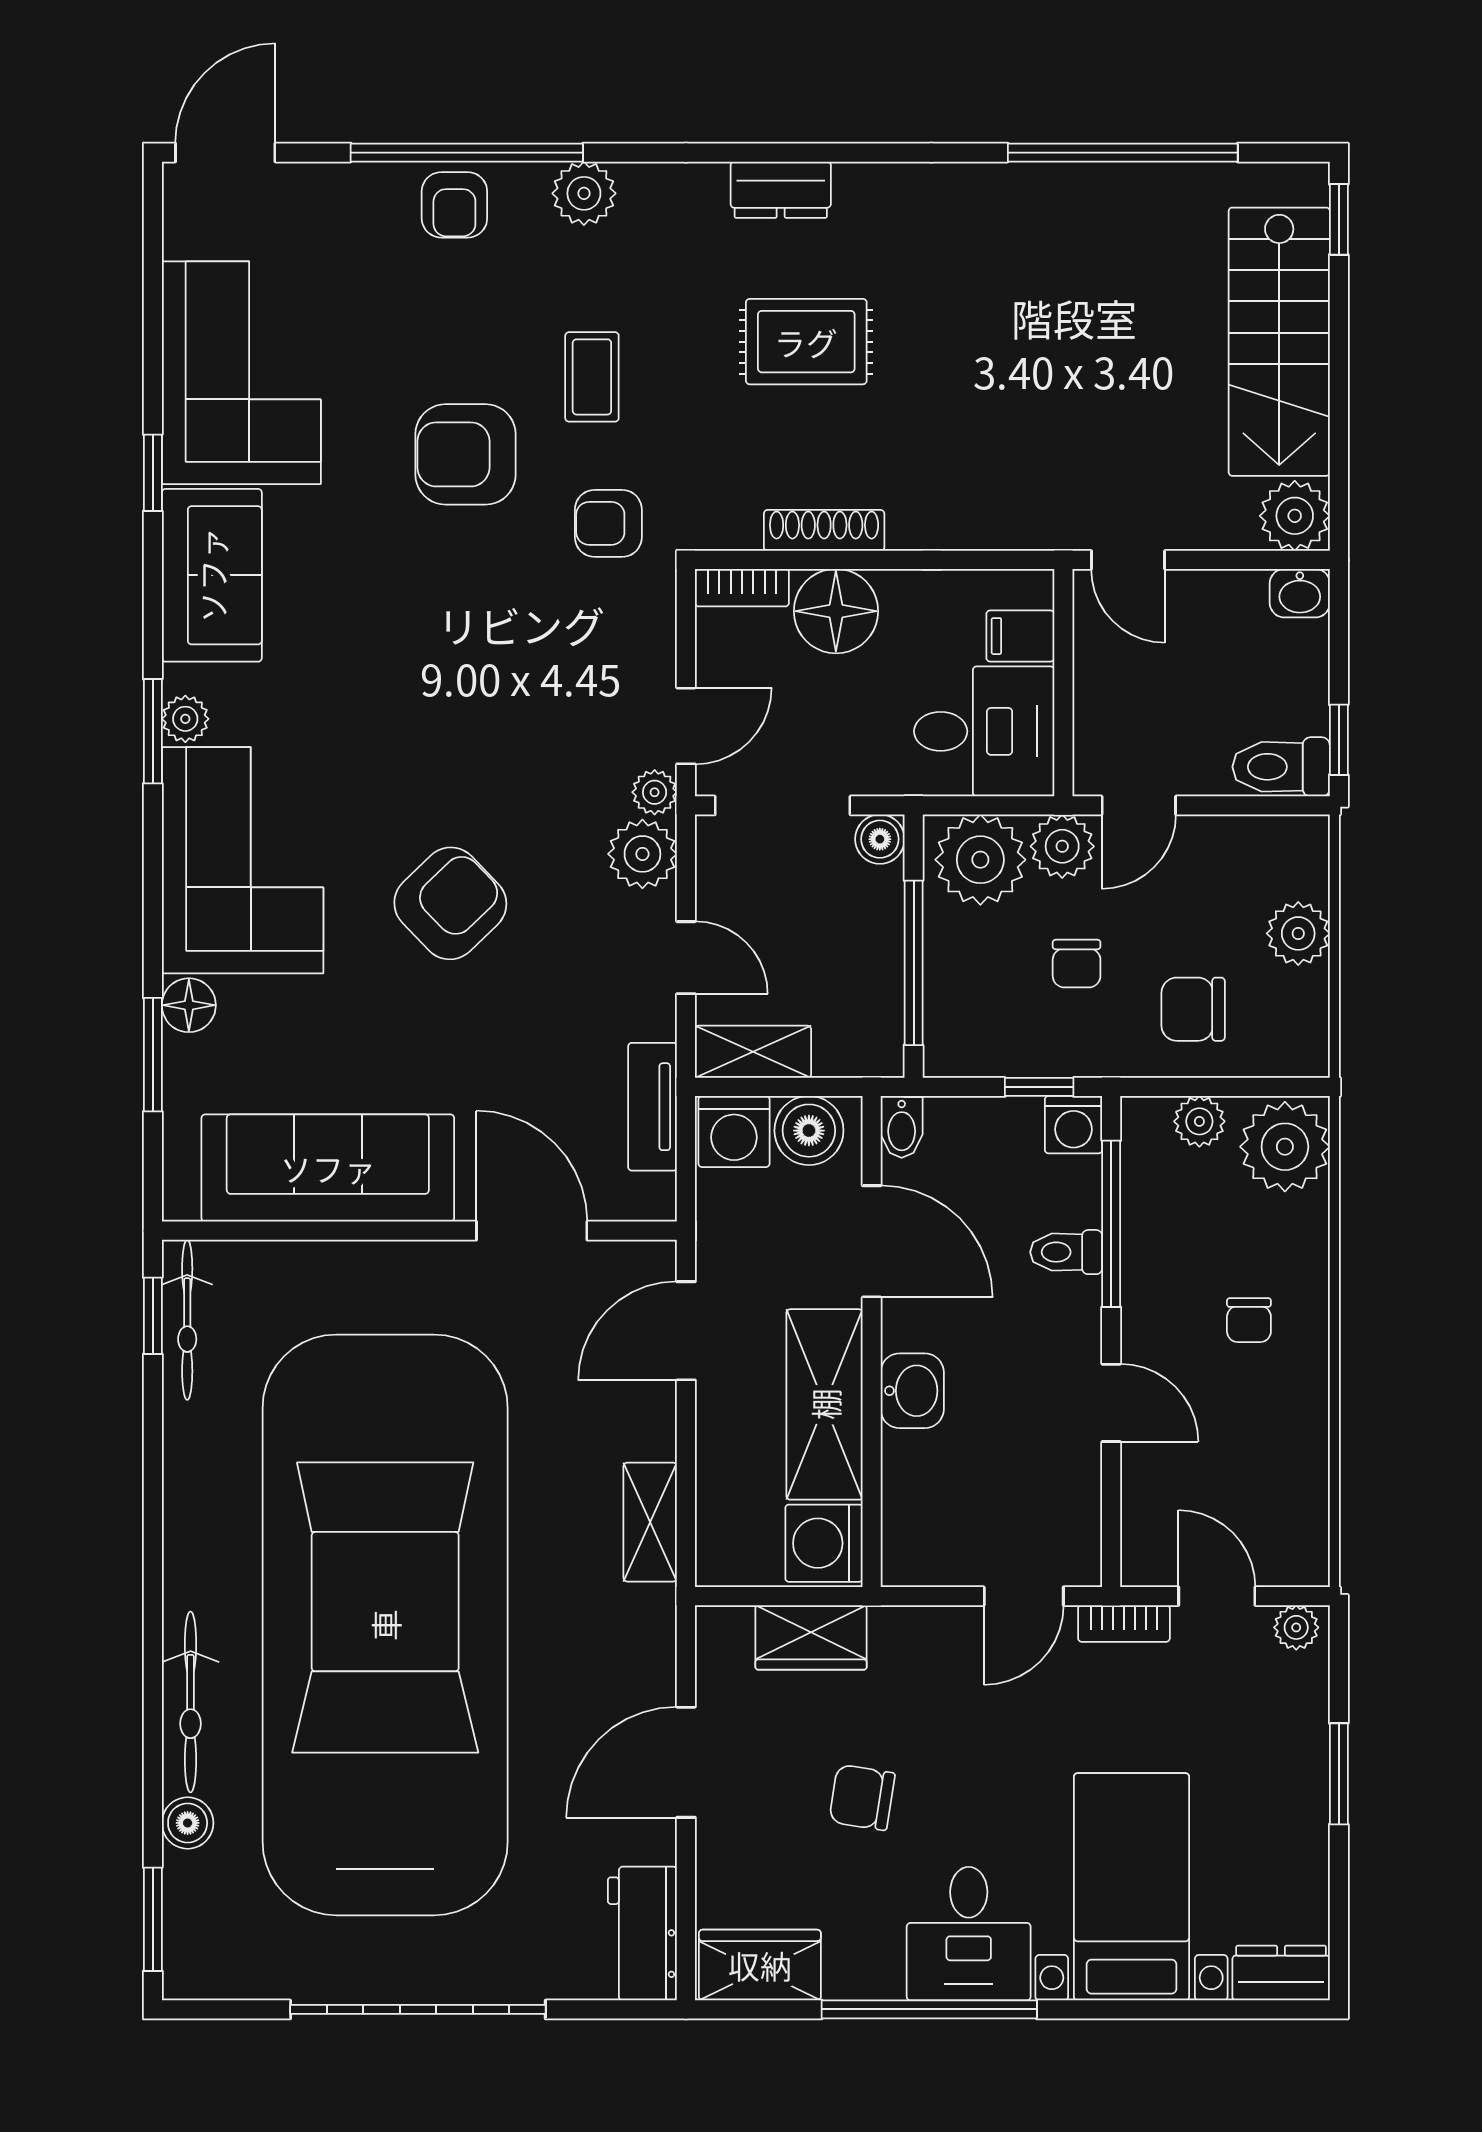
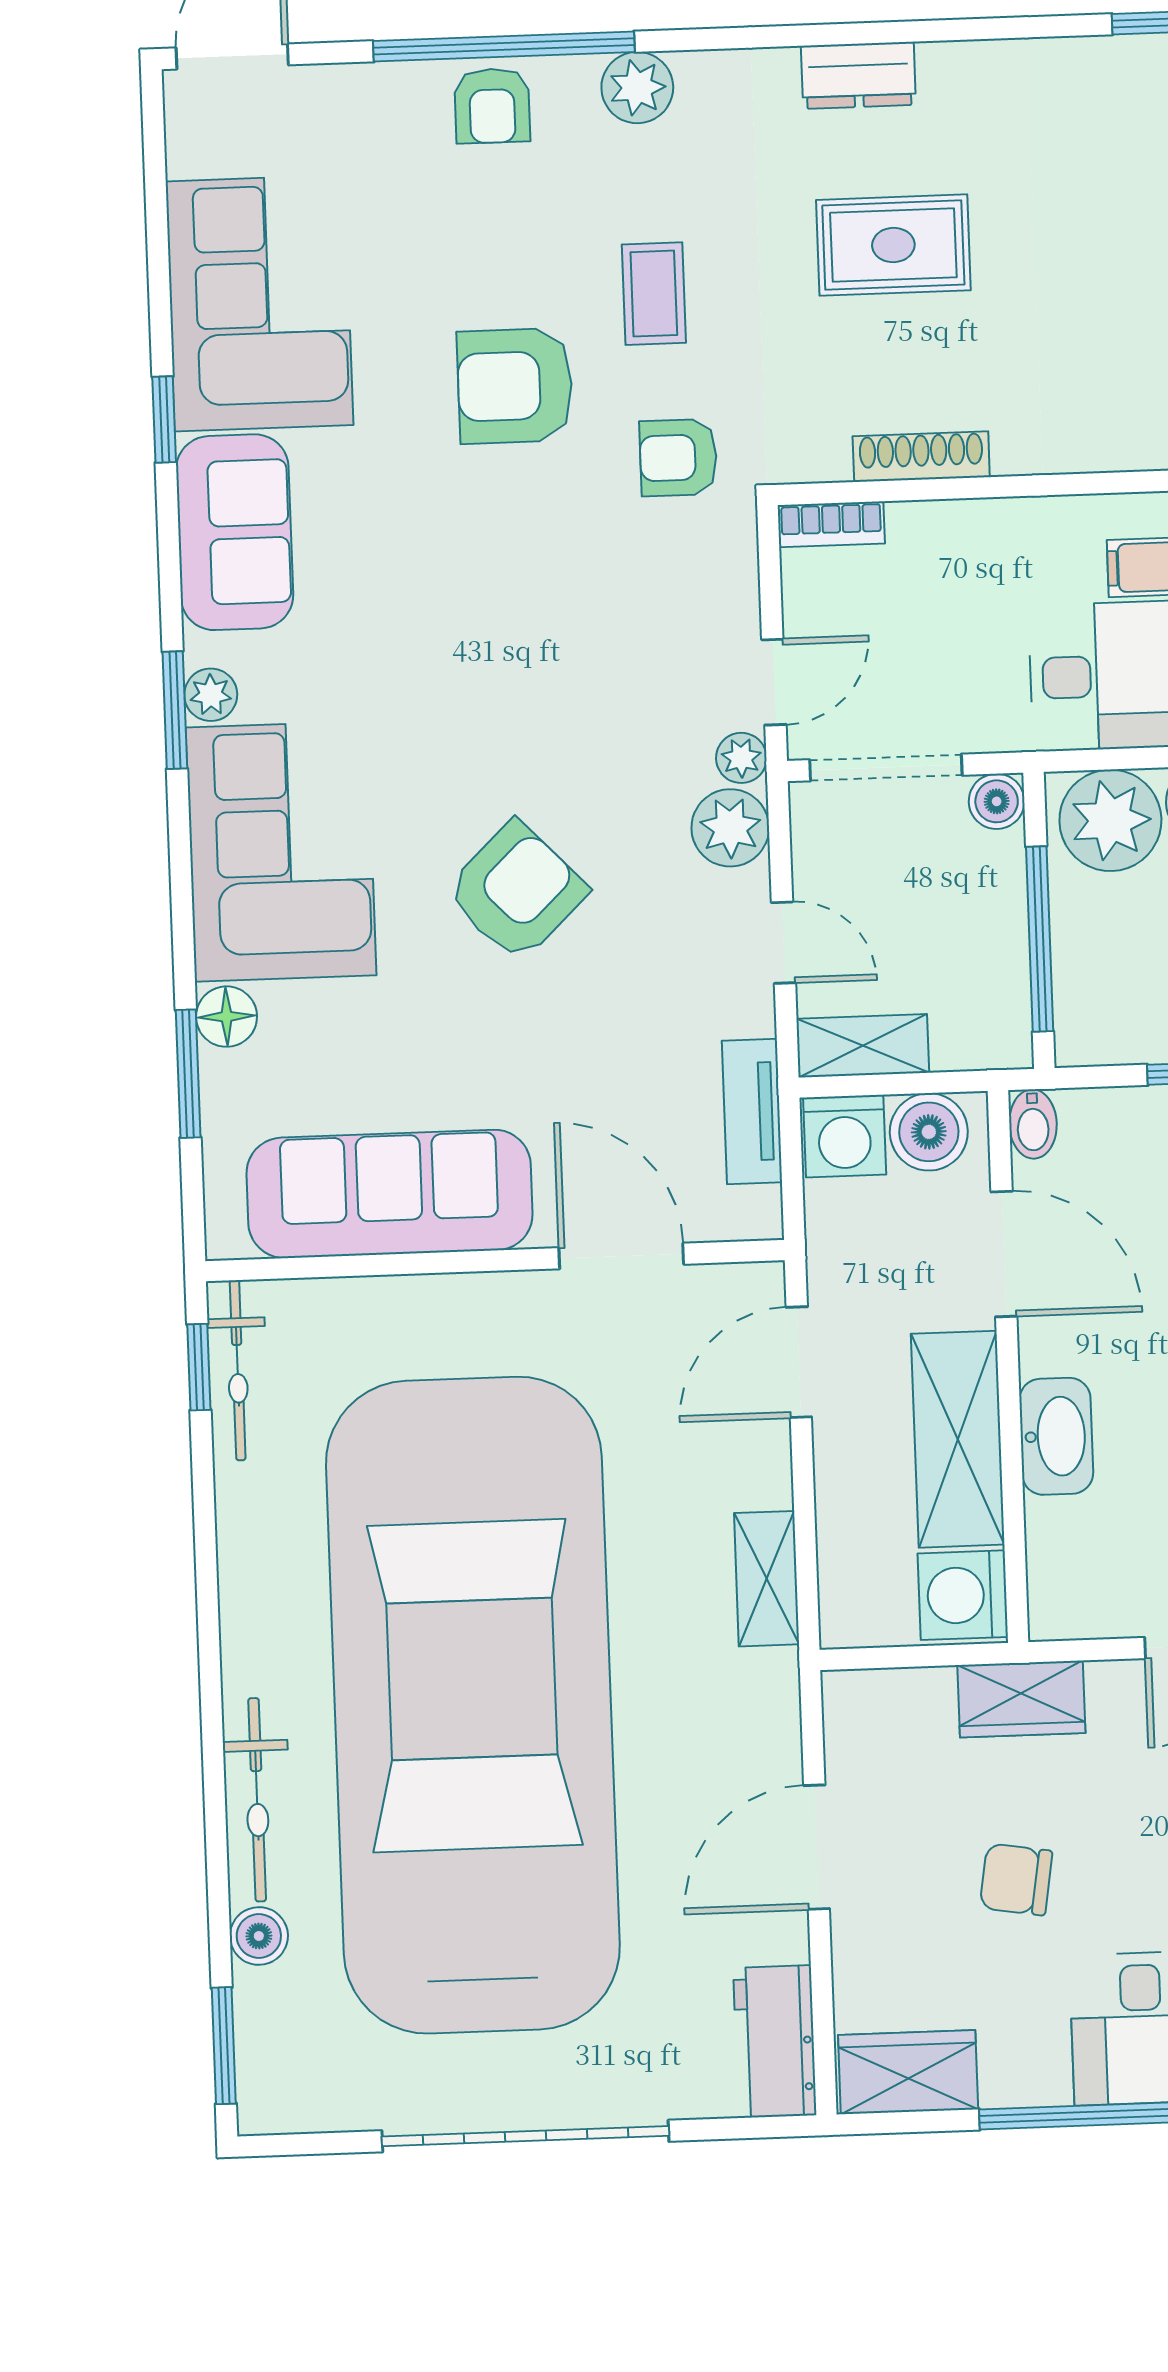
floor lamp: (836, 611) -> (938, 547), removed
washbasin: (912, 1391) -> (1056, 1436), width x1.38
wardrobe: (811, 1637) -> (1021, 1699), moved

